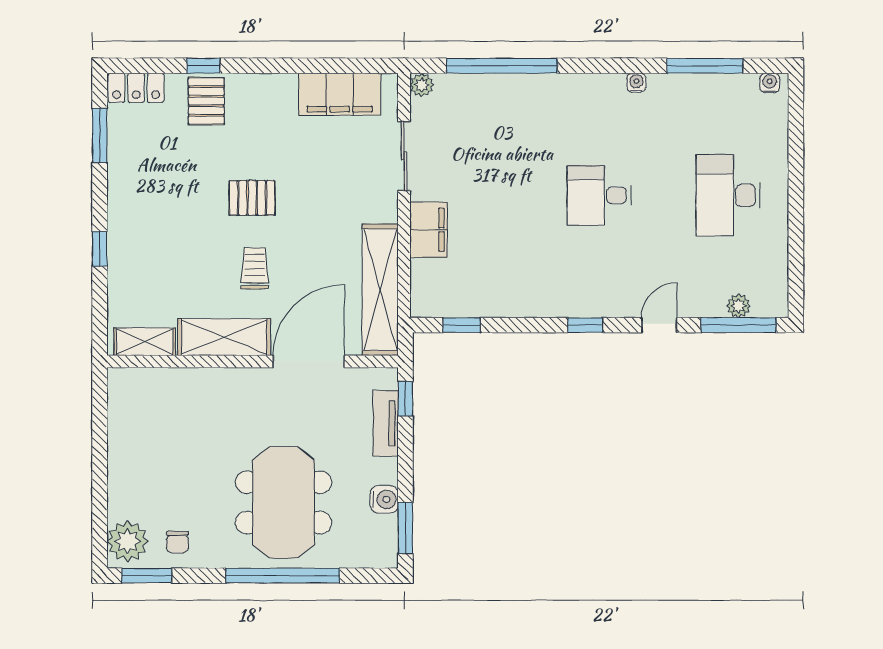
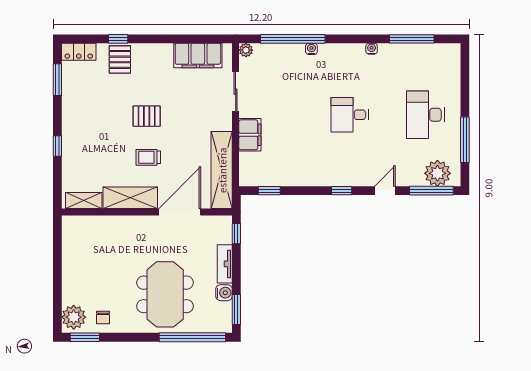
water cooler: (770, 83) -> (311, 49), moved
window: (796, 238) -> (465, 140), added
trolley: (255, 268) -> (148, 157), turned -90
plant: (739, 306) -> (437, 173), width x1.87, depth x1.87
tv unit: (386, 424) -> (225, 264), moved
window: (283, 576) -> (192, 337), moved

